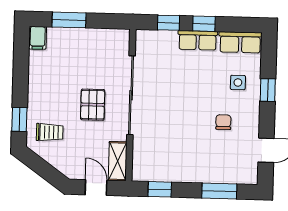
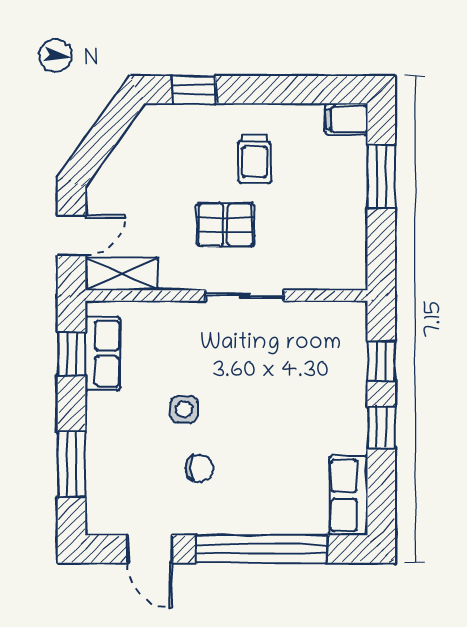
row of seats: (198, 40) -> (103, 353), moved, turned 180
side table: (238, 83) -> (184, 409), moved
window: (268, 90) -> (261, 549), width x3.17
sliding door: (131, 95) -> (245, 295), width x0.54
trolley: (50, 132) -> (255, 159), moved

